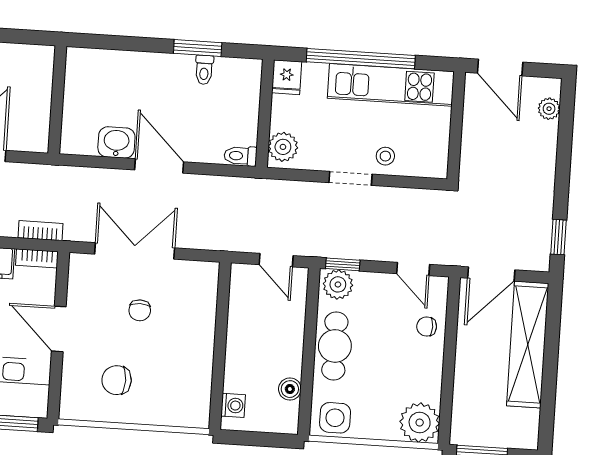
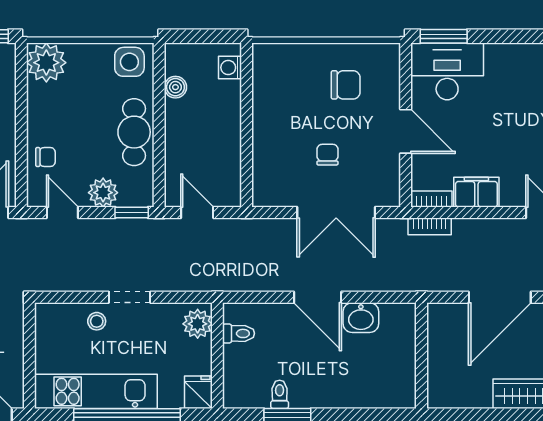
toilet: (241, 156) -> (239, 333), moved
plant: (338, 284) -> (103, 193), moved

